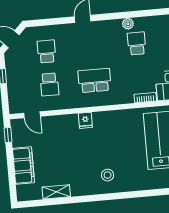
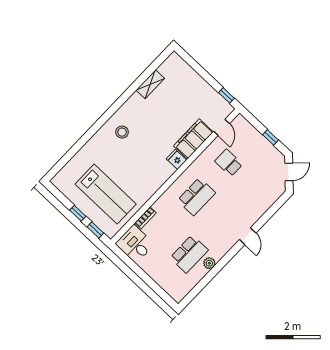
school desk: (137, 43) -> (189, 254), width x1.85
school desk: (47, 51) -> (253, 186), removed
door: (32, 115) -> (222, 127), swing flipped
filing cabinet: (23, 166) -> (193, 139), moved, turned 90

